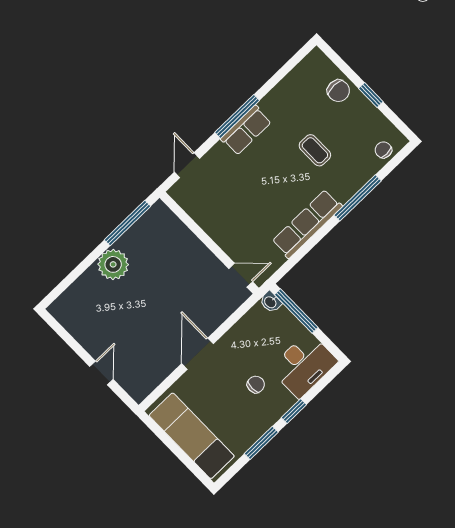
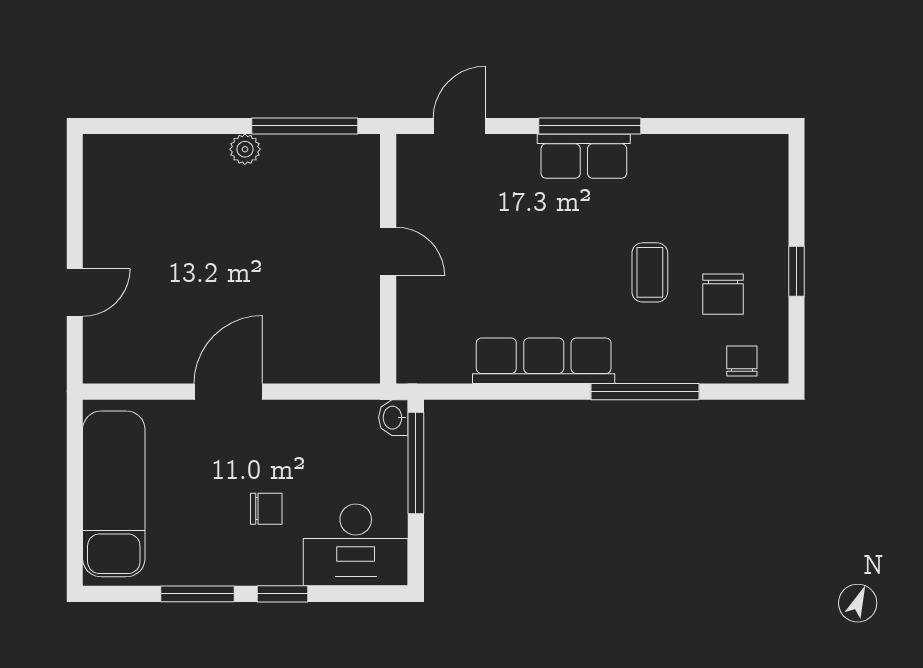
chair: (338, 91) -> (723, 294), moved
plant: (113, 264) -> (245, 149), width x0.53, depth x0.53
door: (241, 275) -> (388, 251), moved

